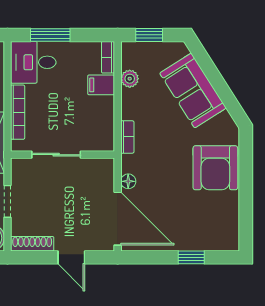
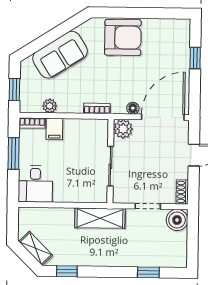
window: (50, 35) -> (14, 154), moved
bookcase: (18, 112) -> (76, 197), removed
plant: (103, 170) -> (123, 129), added
shoe rack: (32, 244) -> (182, 192), width x0.70

